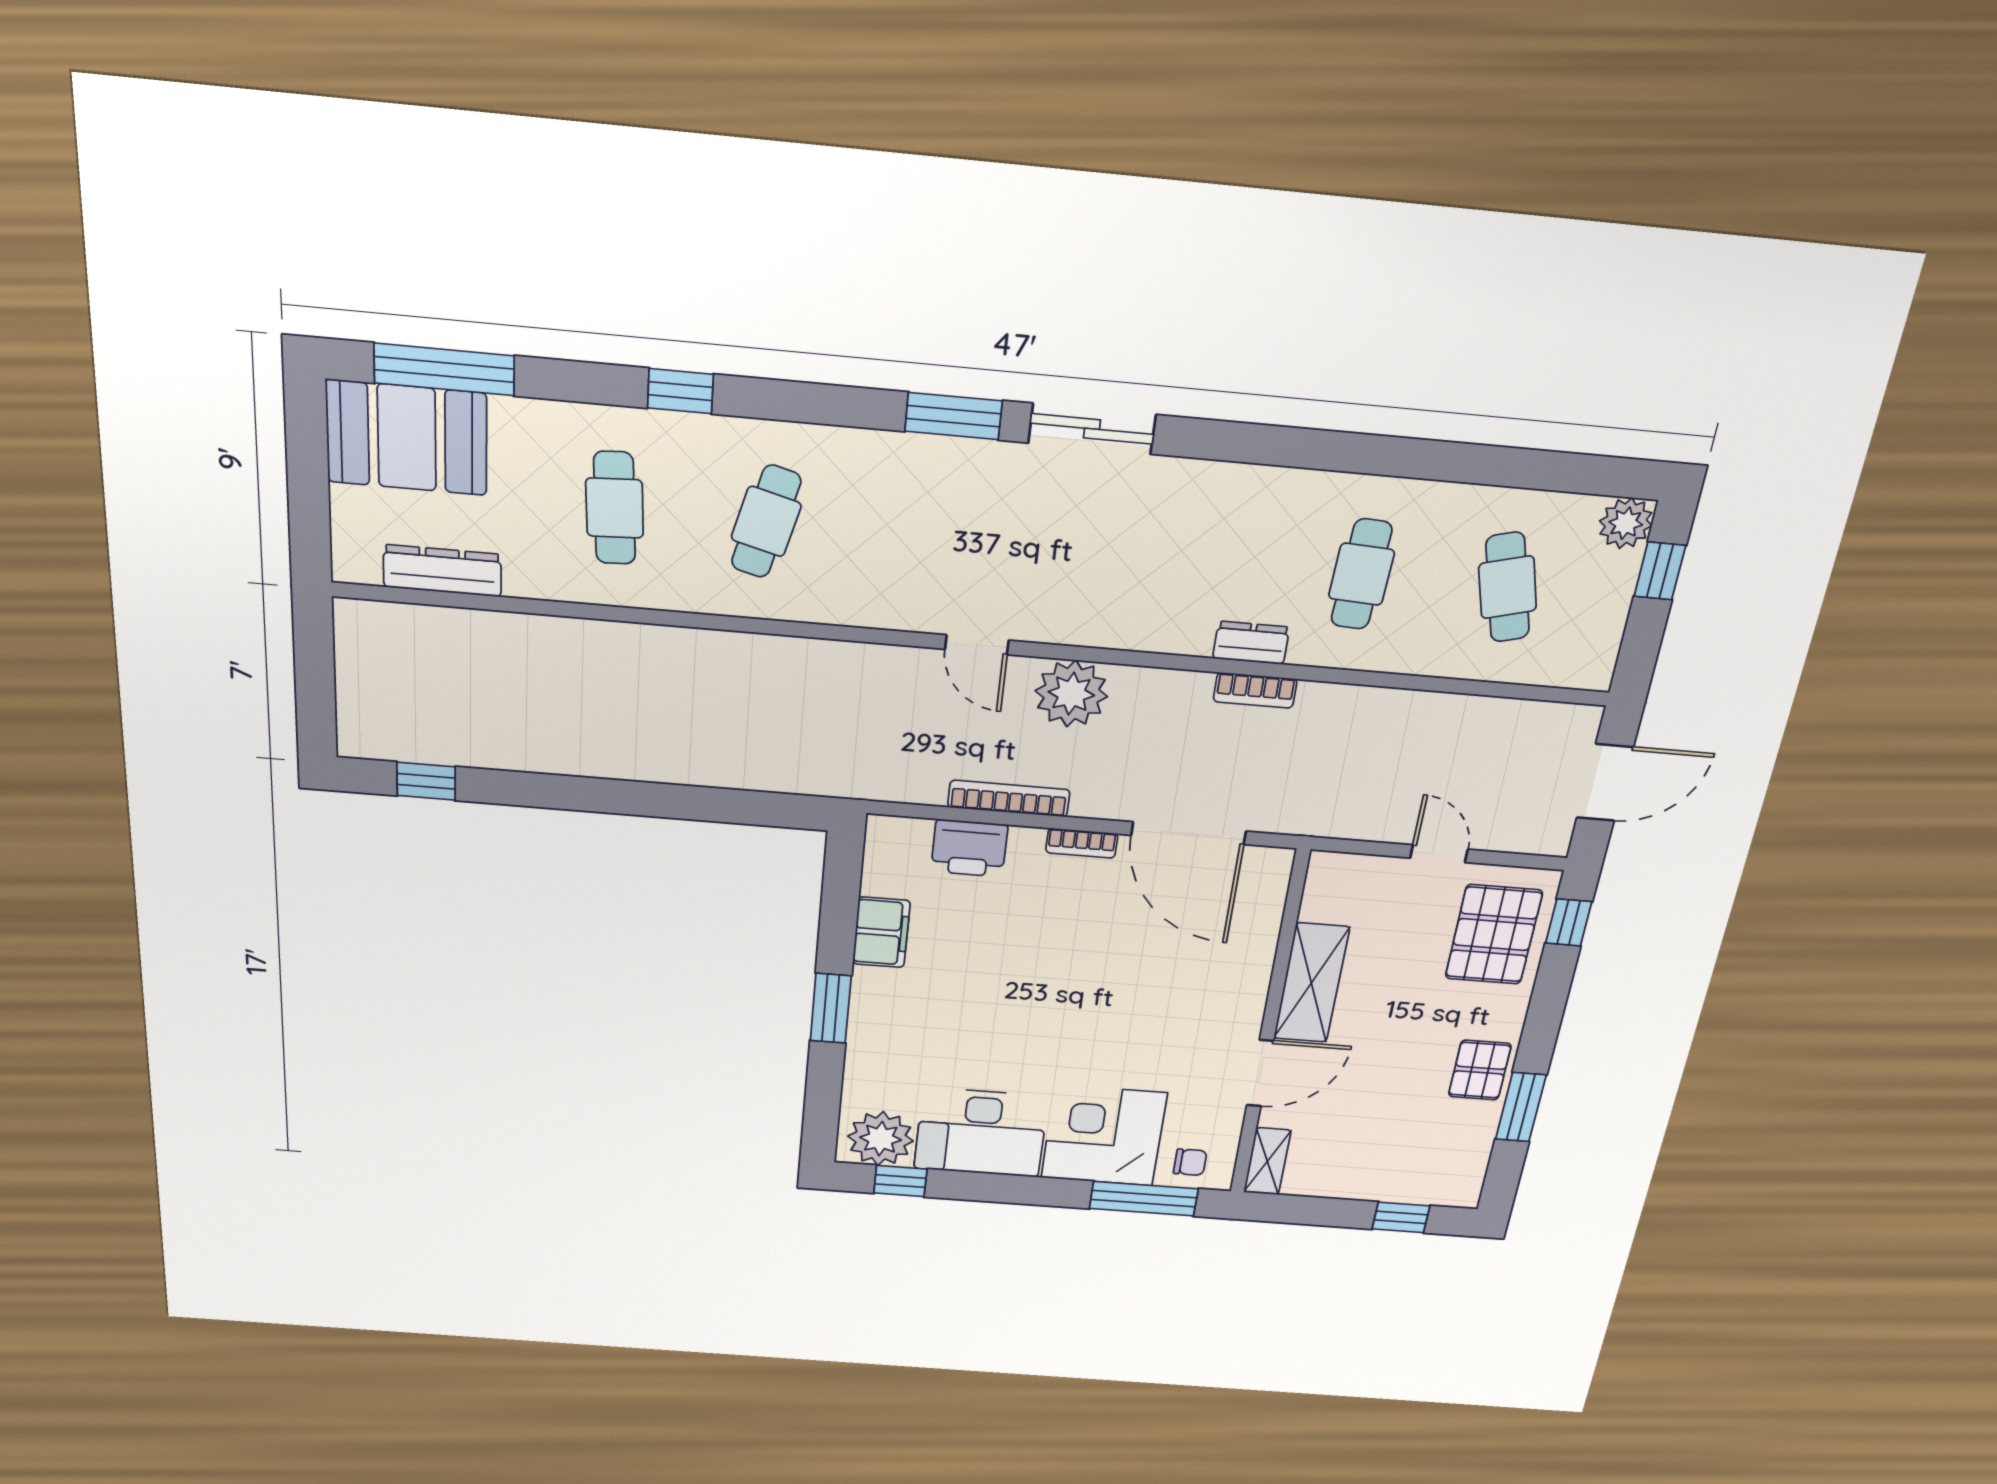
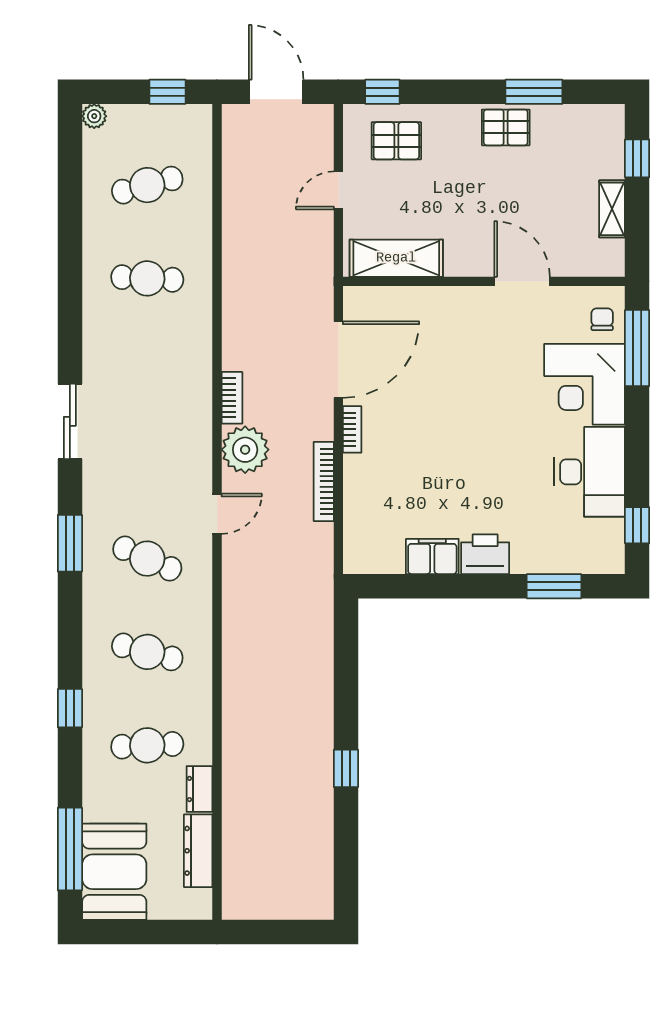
sliding door: (1092, 429) -> (70, 421), moved
plant: (1626, 523) -> (94, 116), width x0.73, depth x0.73
cafe table: (917, 535) -> (147, 559), added
window: (1660, 571) -> (167, 92), moved
dresser: (1251, 643) -> (200, 789), moved
bookcase: (1255, 690) -> (232, 398), moved
window: (426, 781) -> (346, 768), moved
printer: (969, 848) -> (485, 554), moved, turned -90
pallet: (1494, 935) -> (396, 141), width x0.67, depth x0.71
shelving: (1311, 983) -> (396, 258), moved
window: (831, 1008) -> (554, 586), moved
plant: (881, 1139) -> (601, 543), removed
shelving: (1267, 1161) -> (612, 209), moved, turned 90

